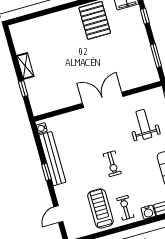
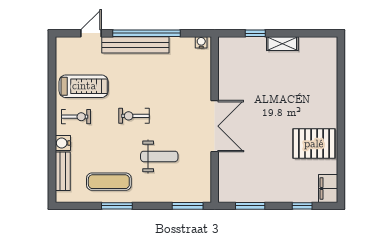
weight bench: (144, 124) -> (159, 156), moved
bench: (52, 159) -> (135, 45), moved
window: (46, 172) -> (147, 33), width x3.17
door: (58, 214) -> (91, 33), hinge flipped

